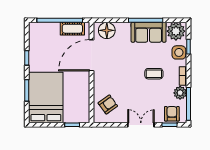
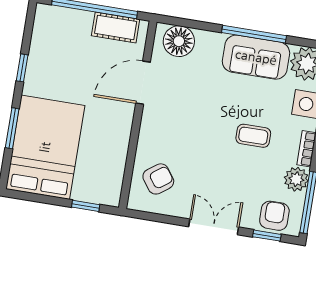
door: (92, 55) -> (143, 83), width x0.73

